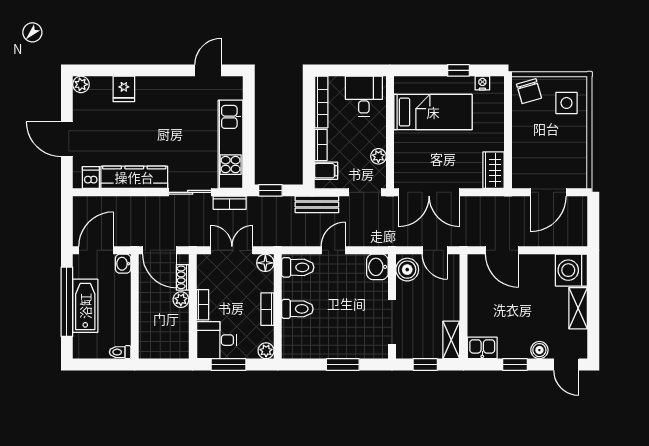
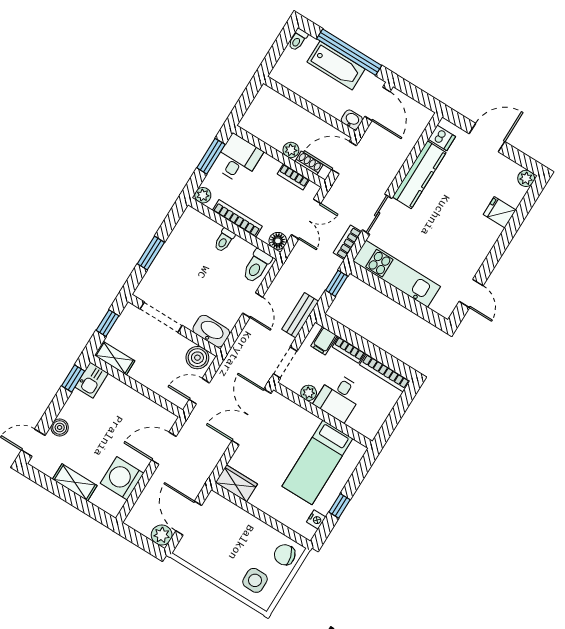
desk: (364, 96) -> (339, 397), moved, turned 90
plant: (577, 206) -> (162, 535), added
washbasin: (377, 267) -> (211, 331), width x1.38
washing machine: (571, 270) -> (122, 478), moved, turned -90
bookcase: (203, 305) -> (293, 177), moved
bookcase: (267, 309) -> (237, 218), width x1.56
toilet: (297, 309) -> (224, 240), width x0.73, depth x0.72
toilet: (120, 352) -> (298, 40), moved, turned 180
window: (515, 364) -> (73, 378), moved

